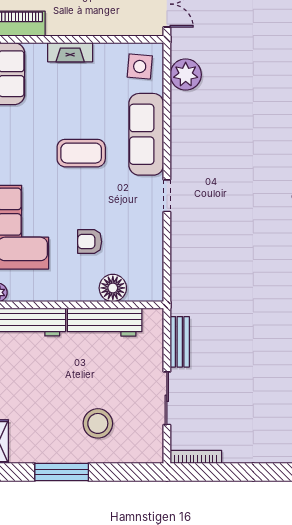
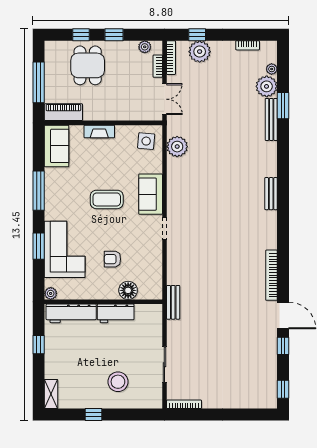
sofa: (146, 134) -> (151, 194), width x0.73
workbench: (105, 322) -> (116, 313), width x0.73
bench: (180, 342) -> (173, 302), moved
window: (62, 472) -> (94, 415), width x0.46

